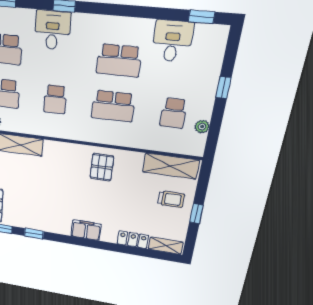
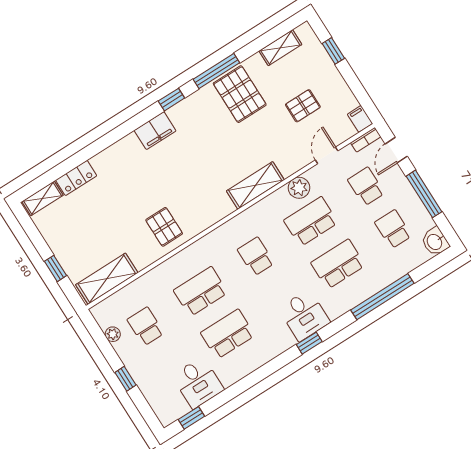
trolley: (171, 199) -> (79, 248), removed
window: (196, 214) -> (55, 268), moved
filing cabinet: (86, 230) -> (155, 131), moved

